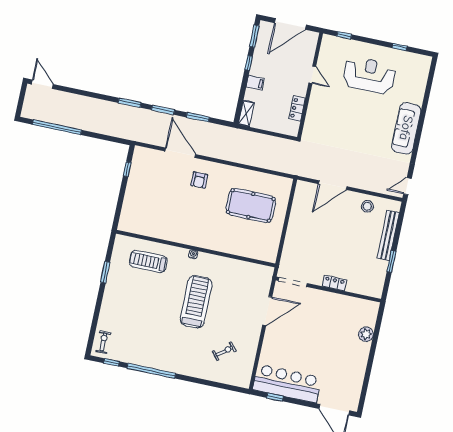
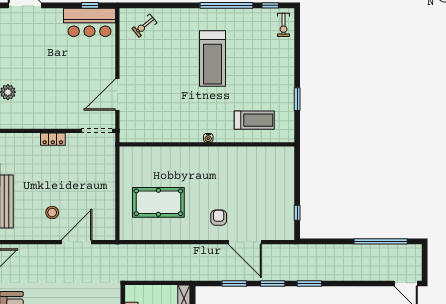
stool: (367, 206) -> (52, 213), moved
treadmill: (196, 302) -> (213, 59), moved
exercise bike: (224, 351) -> (144, 26), moved
bar counter: (287, 384) -> (90, 22), width x0.73

